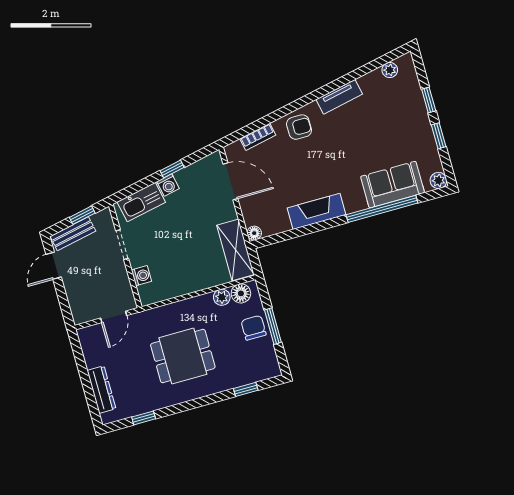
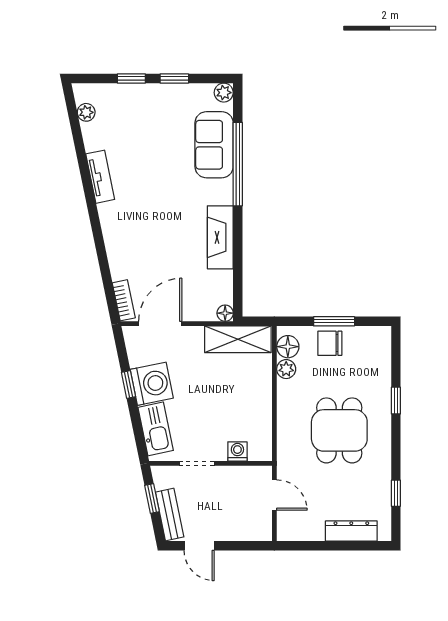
armchair: (299, 127) -> (121, 231), removed
bookcase: (258, 137) -> (124, 300), moved
washing machine: (168, 185) -> (152, 384), width x1.89, depth x1.89
window: (246, 389) -> (396, 401), moved

